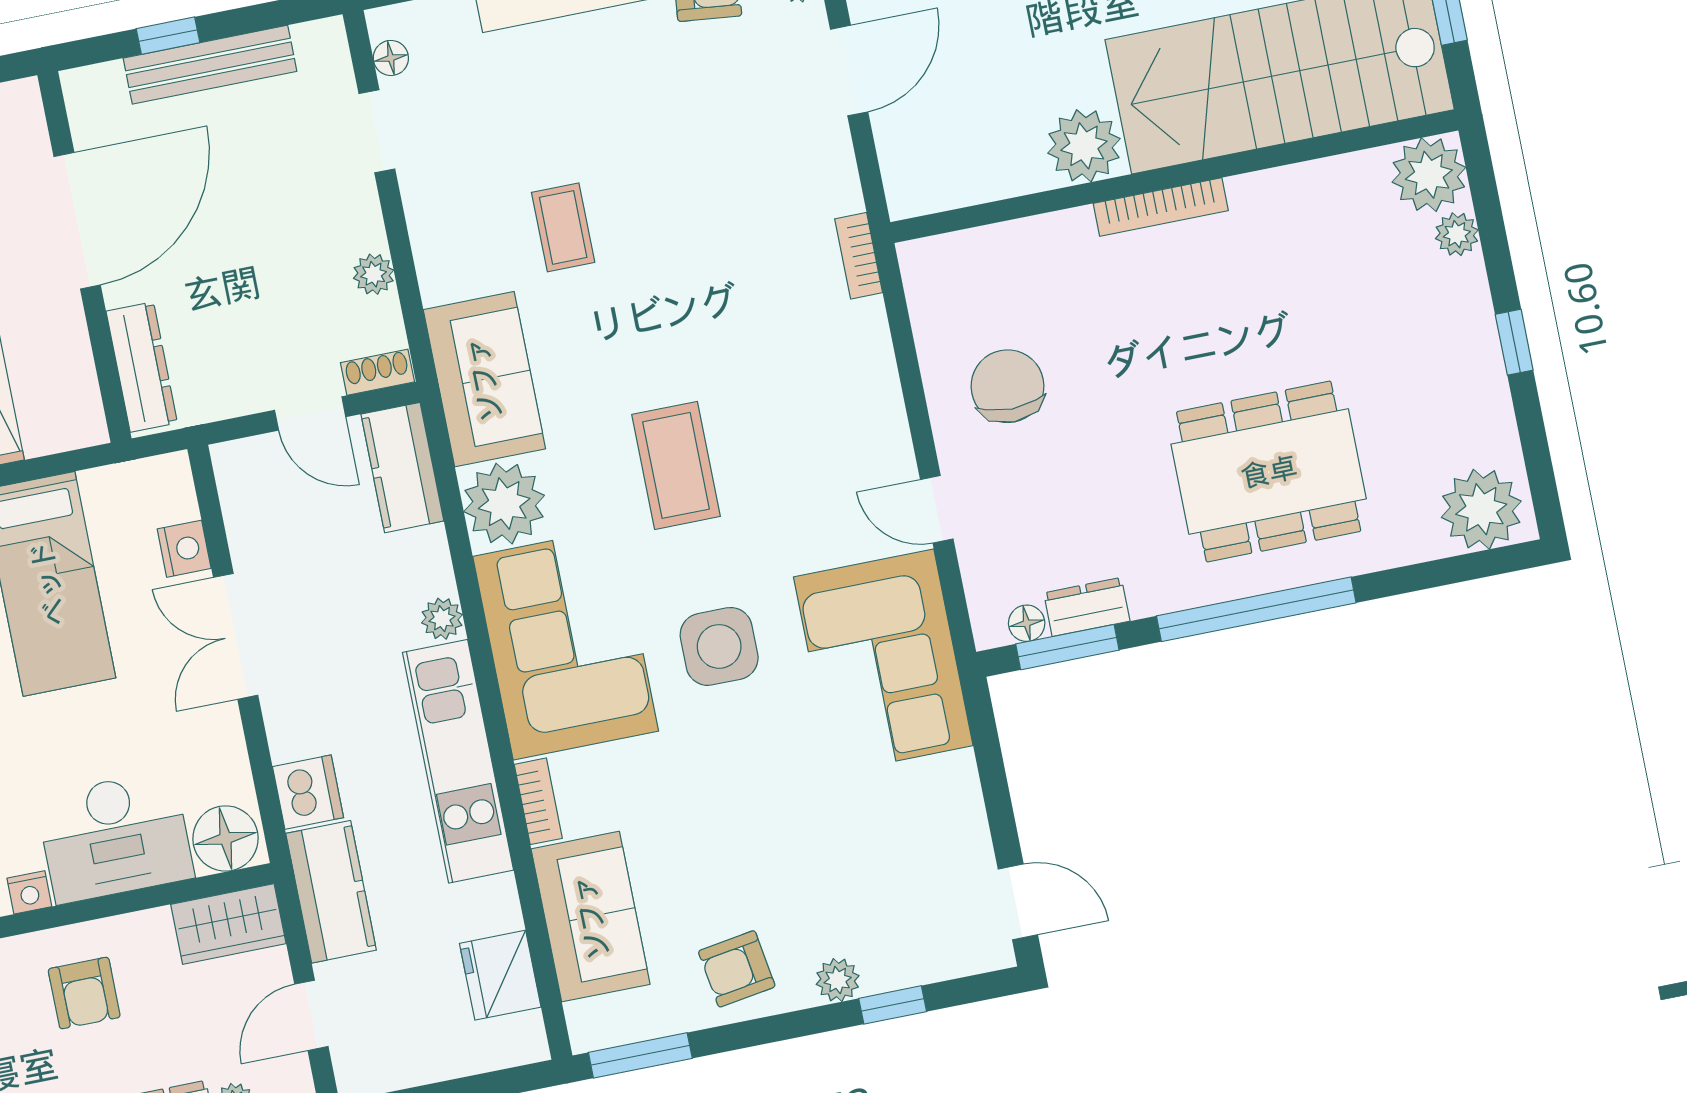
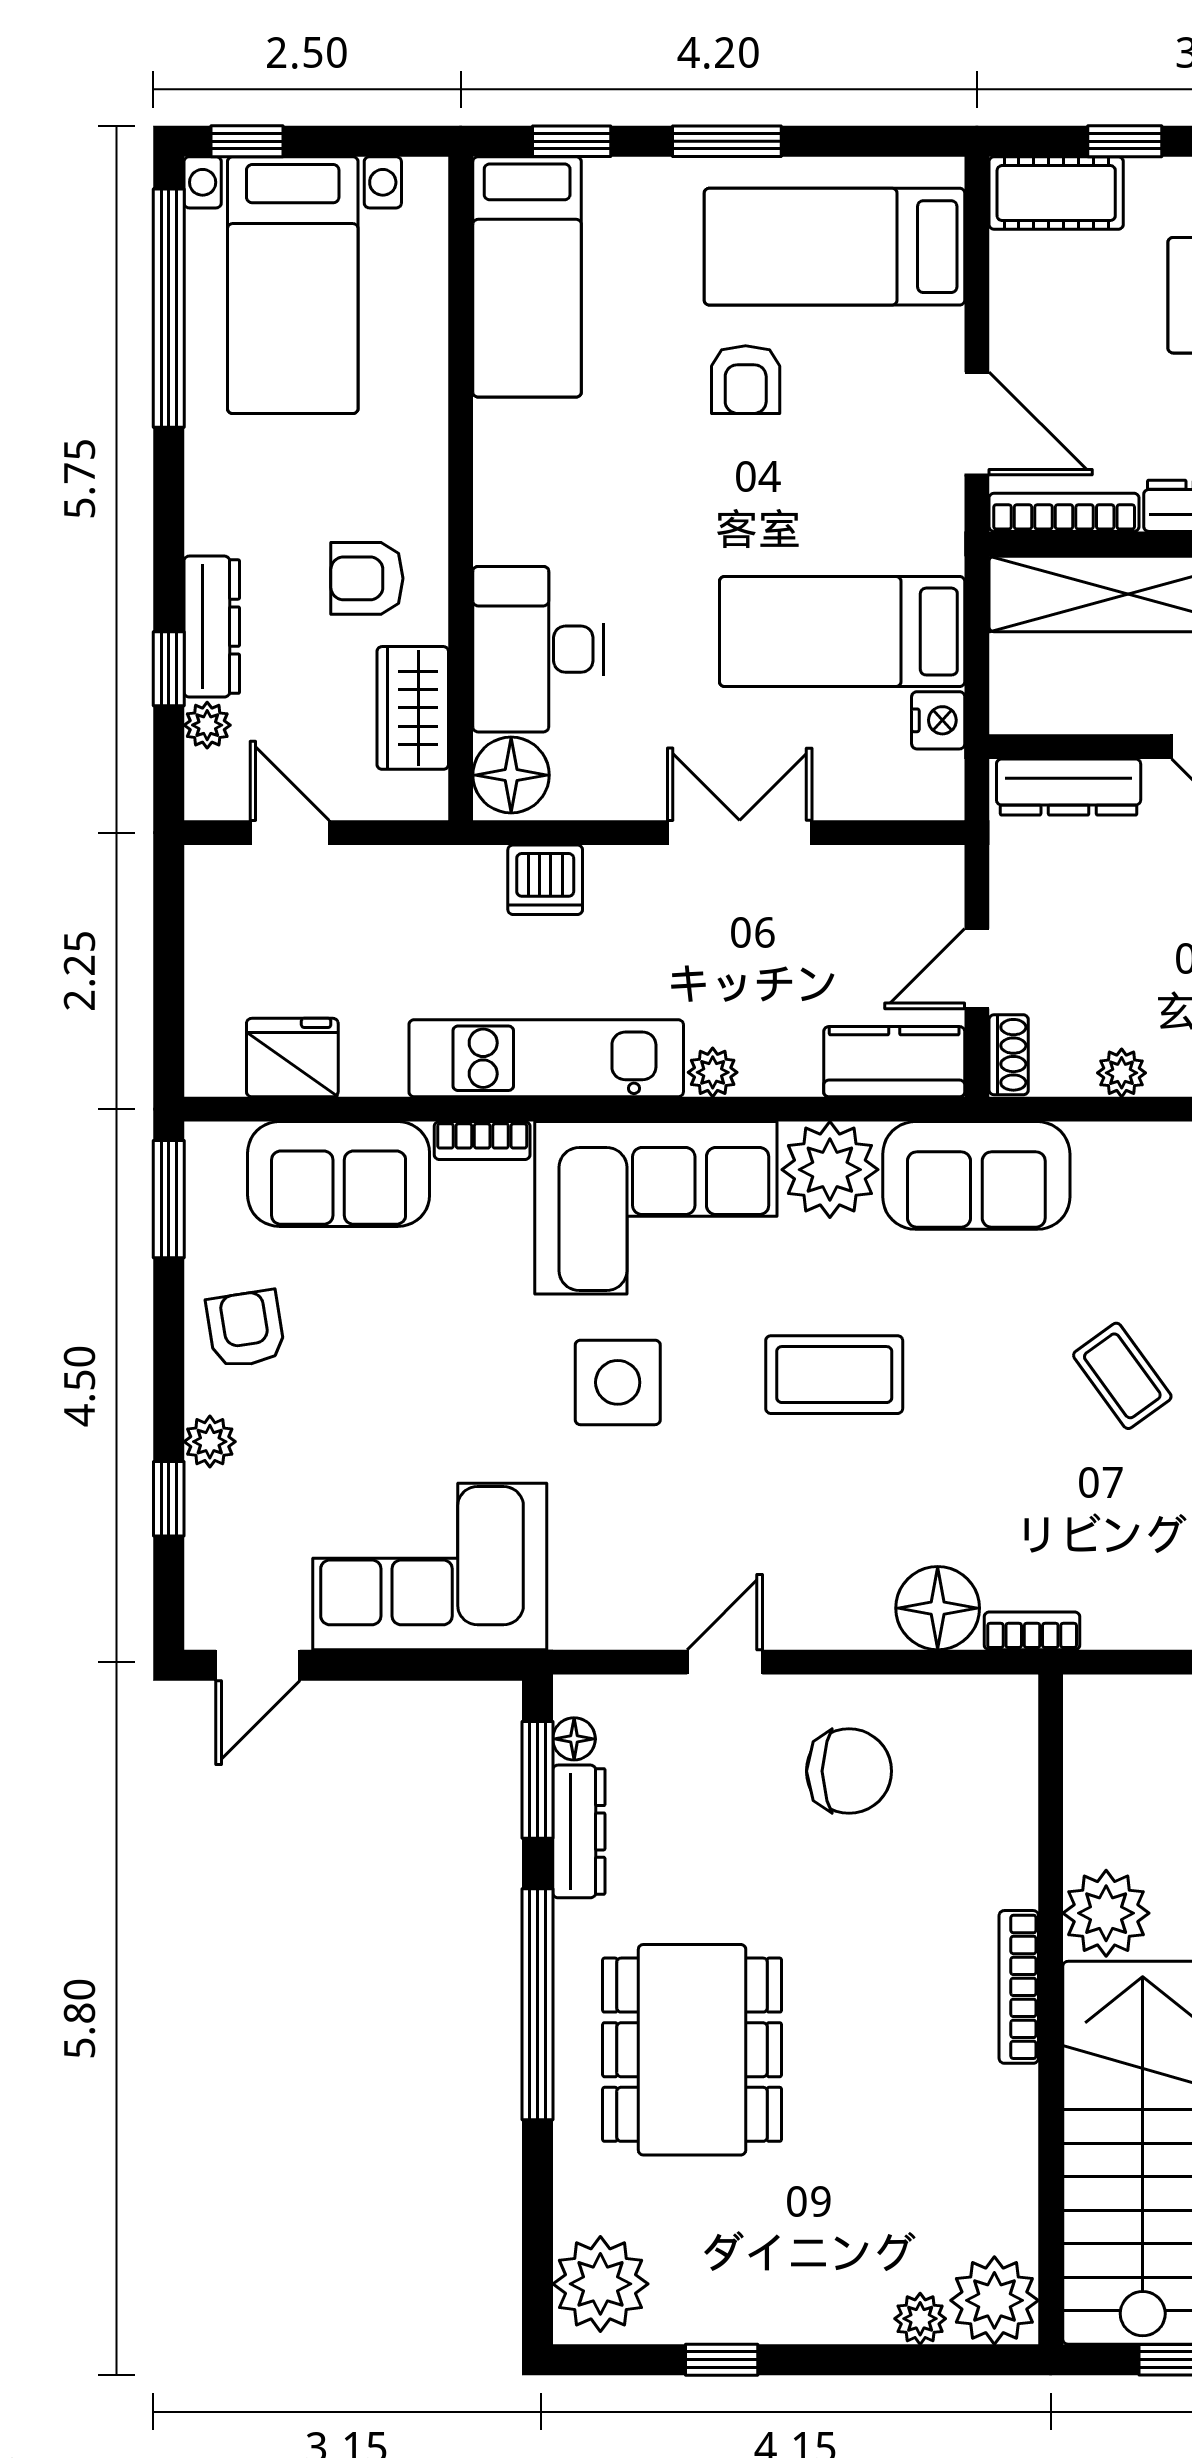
coffee table: (563, 227) -> (1122, 1376), moved, turned 54
floor lamp: (855, 339) -> (938, 1608), added
window: (1514, 342) -> (722, 2360), moved
nightstand: (184, 549) -> (938, 720), moved, turned -90
dresser: (1087, 607) -> (579, 1831), width x1.44
corner sofa: (883, 661) -> (430, 1566), moved
nightstand: (29, 892) -> (494, 539), removed
kitchen counter: (331, 892) -> (426, 883), removed
wardrobe: (228, 924) -> (413, 708), moved

